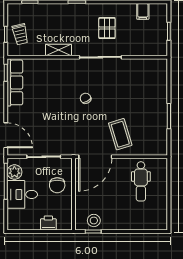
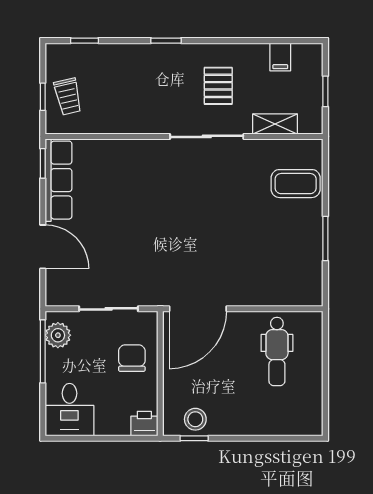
shelving: (58, 50) -> (275, 124), moved
chair: (86, 98) -> (181, 208), removed
coffee table: (120, 134) -> (296, 184), moved, turned -73
door: (6, 135) -> (43, 247), moved
chair: (57, 185) -> (132, 358), turned 180
desk: (22, 194) -> (69, 410), moved, turned -90
printer: (48, 223) -> (144, 424), moved

